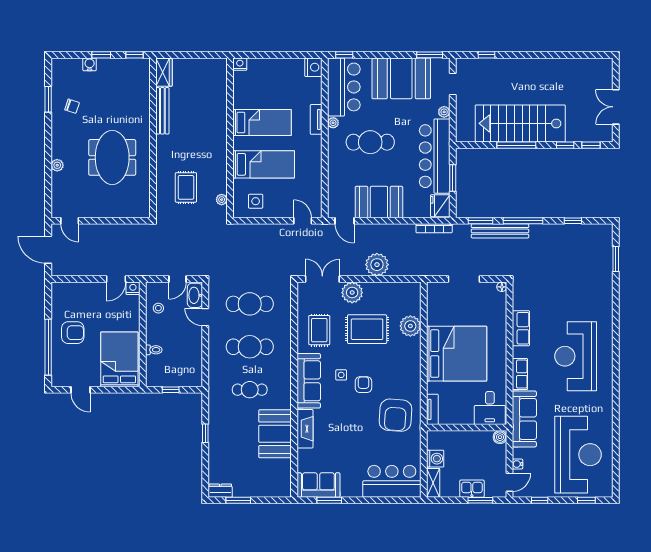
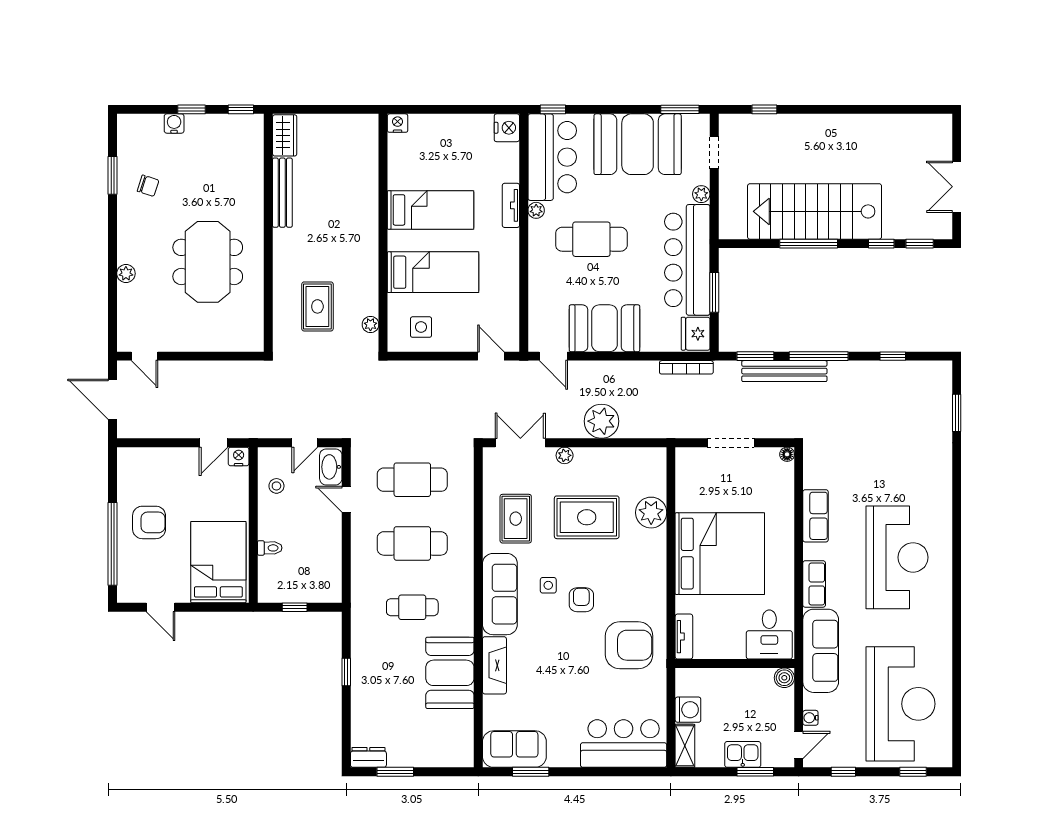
plant: (352, 293) -> (565, 455), width x0.53, depth x0.53
reception desk: (576, 356) -> (897, 557), turned 180
armchair: (395, 415) -> (629, 645), turned -94

